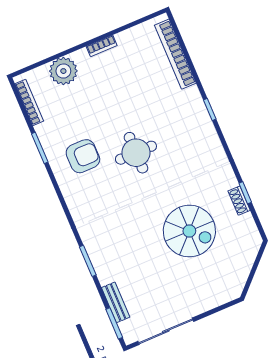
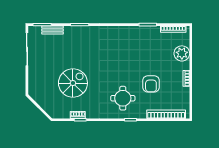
round table: (136, 153) -> (123, 98), moved
armchair: (83, 156) -> (151, 84), moved
spiral stairs: (189, 231) -> (73, 83), turned 180

